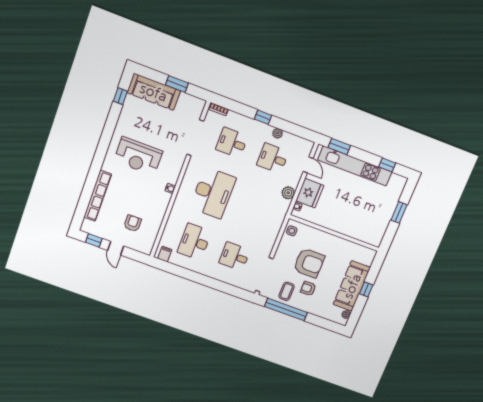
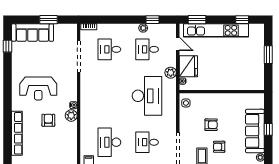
window: (263, 117) -> (152, 20), moved
desk: (213, 193) -> (147, 96), moved
plant: (164, 199) -> (71, 115), added
armchair: (133, 223) -> (48, 120), moved
armchair: (309, 263) -> (211, 125), width x0.53, depth x0.53

